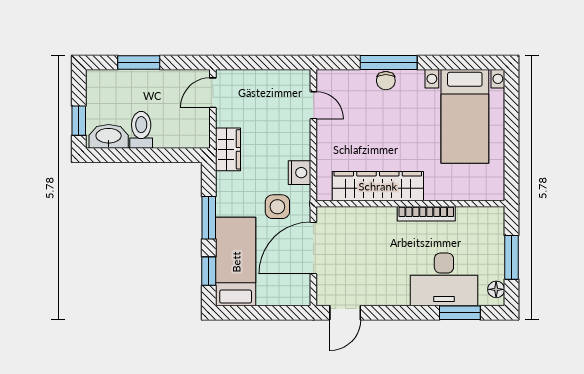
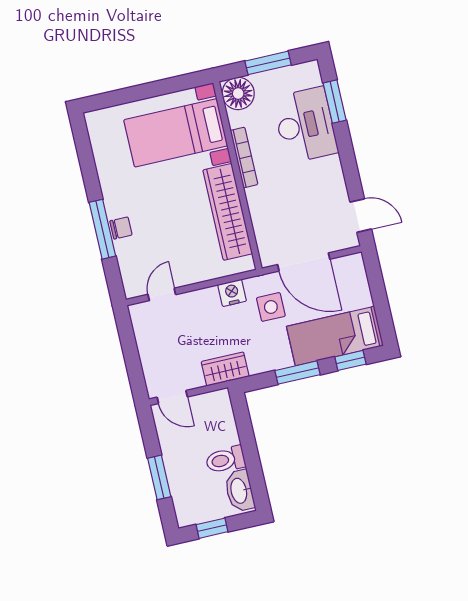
bed with nightstands: (465, 116) -> (176, 133), moved, turned 180
window: (79, 121) -> (212, 528), moved
floor lamp: (496, 289) -> (238, 93), moved, width x1.89, depth x1.89

